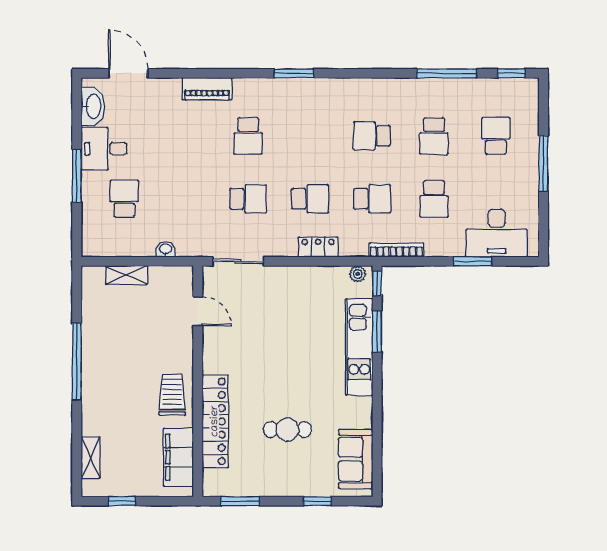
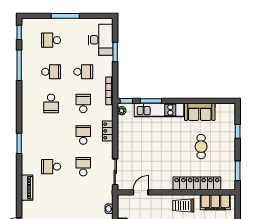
school desk: (248, 136) -> (51, 167), turned 180
sofa: (356, 459) -> (200, 112), moved

